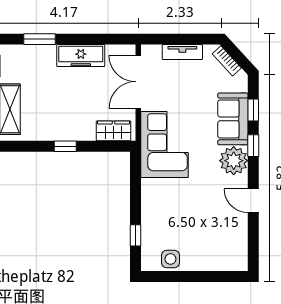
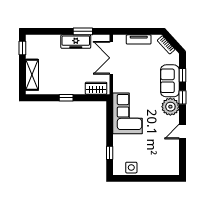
window: (39, 39) -> (83, 31), moved
corner sofa: (164, 144) -> (128, 113), moved
door: (253, 201) -> (183, 132), hinge flipped

